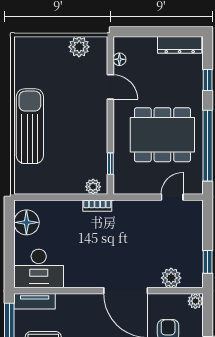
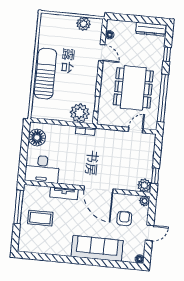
dining table: (162, 135) -> (133, 88), turned 90
plant: (93, 187) -> (80, 113), width x1.88, depth x1.88
plant: (171, 278) -> (144, 185), moved
tv unit: (35, 301) -> (64, 193), moved

